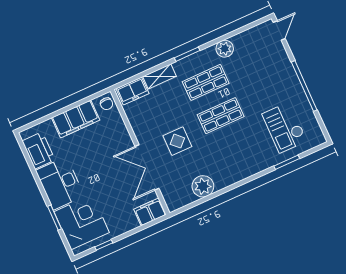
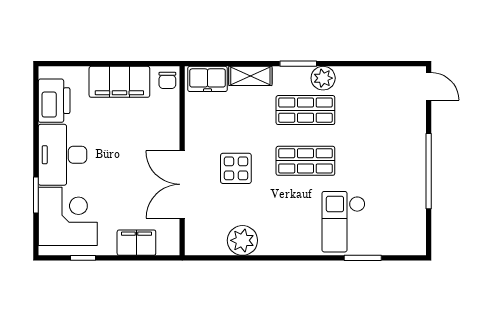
door: (279, 30) -> (429, 86), hinge flipped
plant: (225, 49) -> (323, 78), moved
checkout: (284, 128) -> (343, 222), moved
filing cabinet: (150, 212) -> (136, 243), moved

